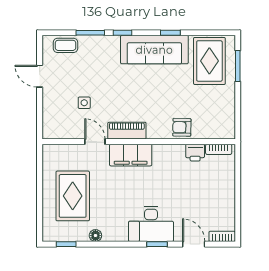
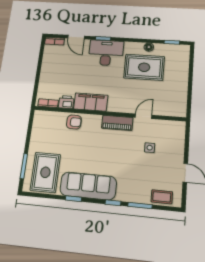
door: (95, 142) -> (144, 116), swing flipped
filing cabinet: (131, 155) -> (91, 102), moved
rug: (73, 196) -> (144, 67), moved, turned 90

